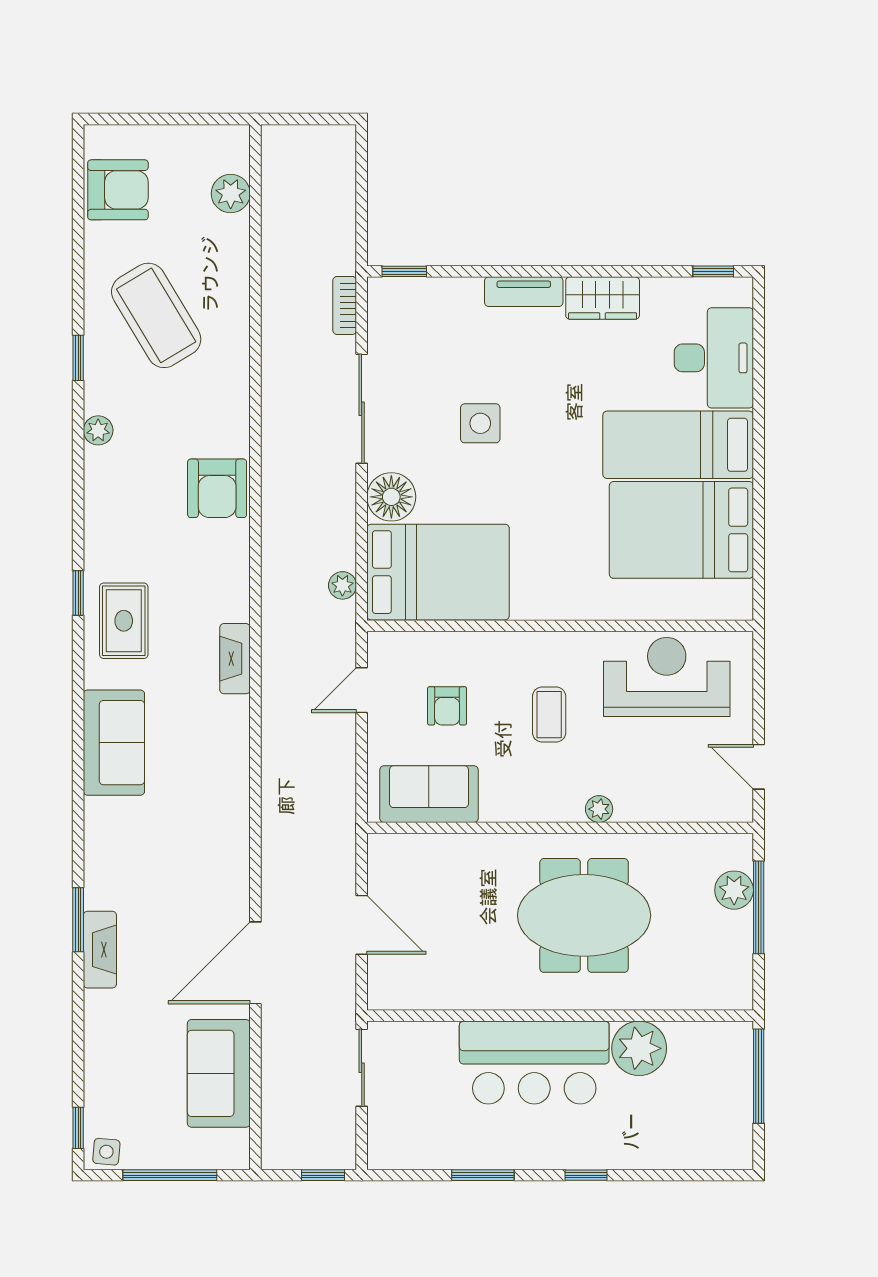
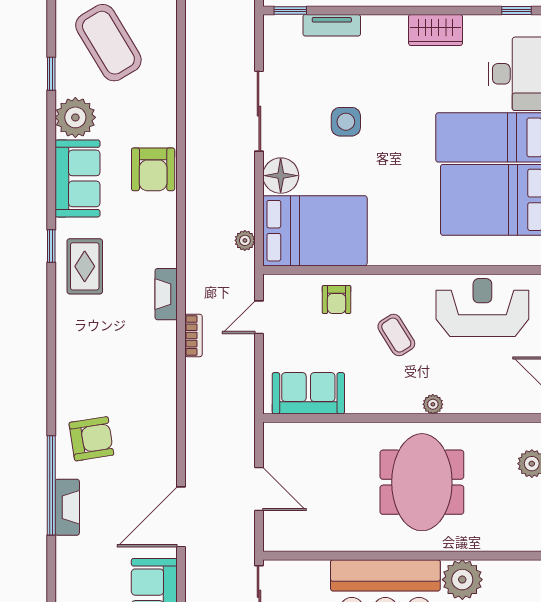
tv unit: (524, 292) -> (332, 25), moved
bookcase: (345, 305) -> (194, 335), moved, turned 180
plant: (98, 430) -> (75, 117), width x1.88, depth x1.88
armchair: (447, 706) -> (337, 300), moved
coffee table: (549, 715) -> (396, 335), turned -32
sofa: (114, 743) -> (78, 178), moved
armchair: (133, 856) -> (91, 439), added
meeting table: (584, 915) -> (422, 482), turned 90
window: (78, 920) -> (51, 485), width x2.11

